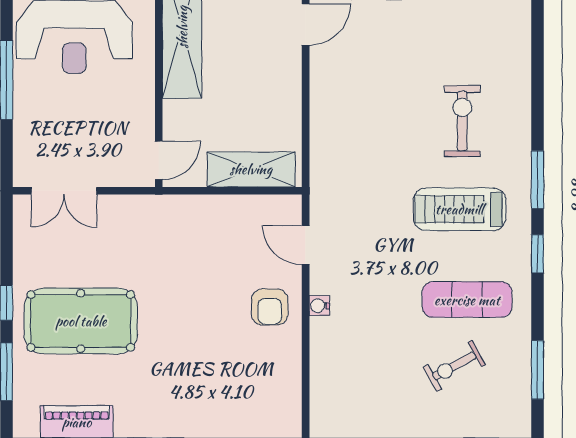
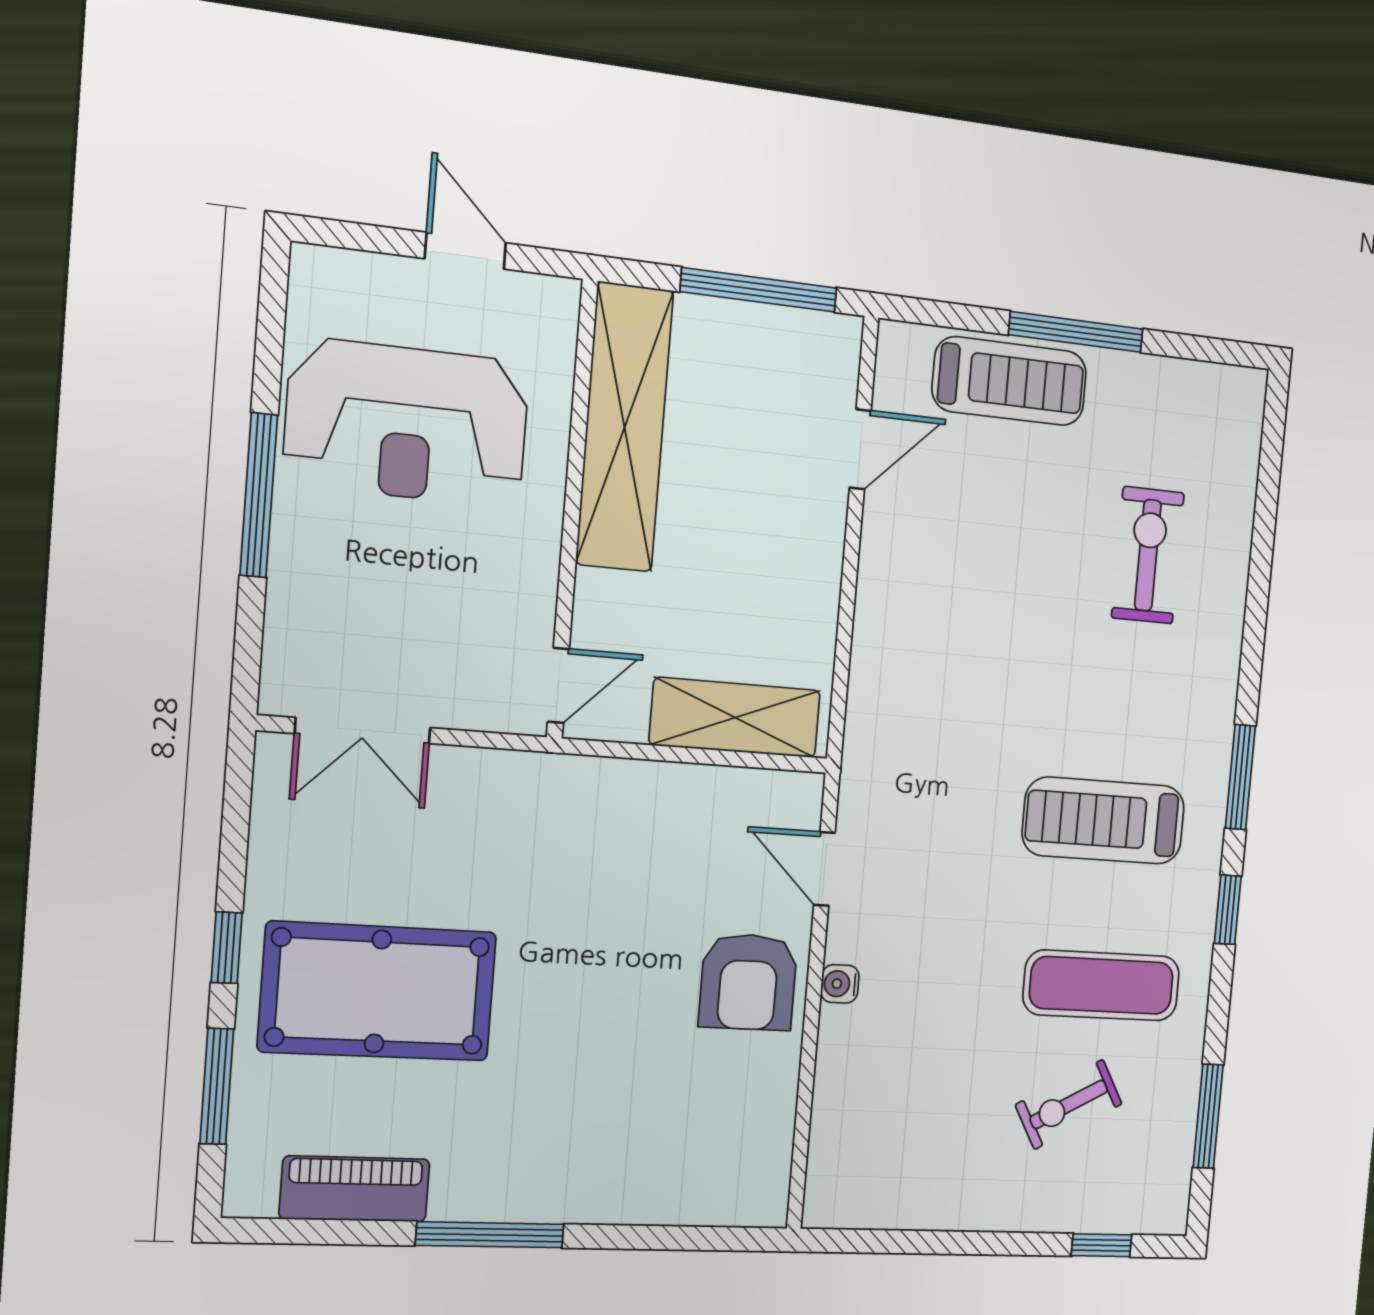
exercise bike: (462, 121) -> (1148, 555), moved
armchair: (270, 307) -> (748, 982), width x1.38, depth x1.38

